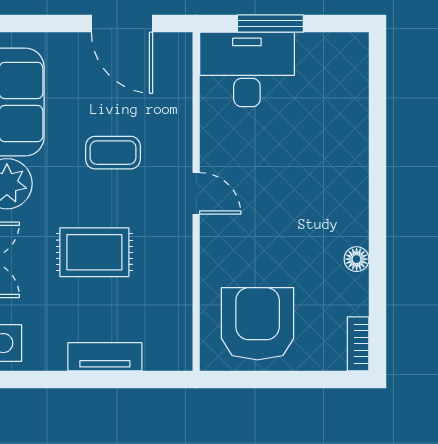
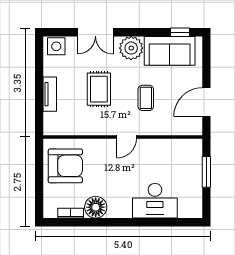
desk: (247, 69) -> (155, 201), moved, turned 90
floor lamp: (357, 259) -> (96, 207), width x1.89, depth x1.89
bookcase: (358, 344) -> (71, 213), moved

